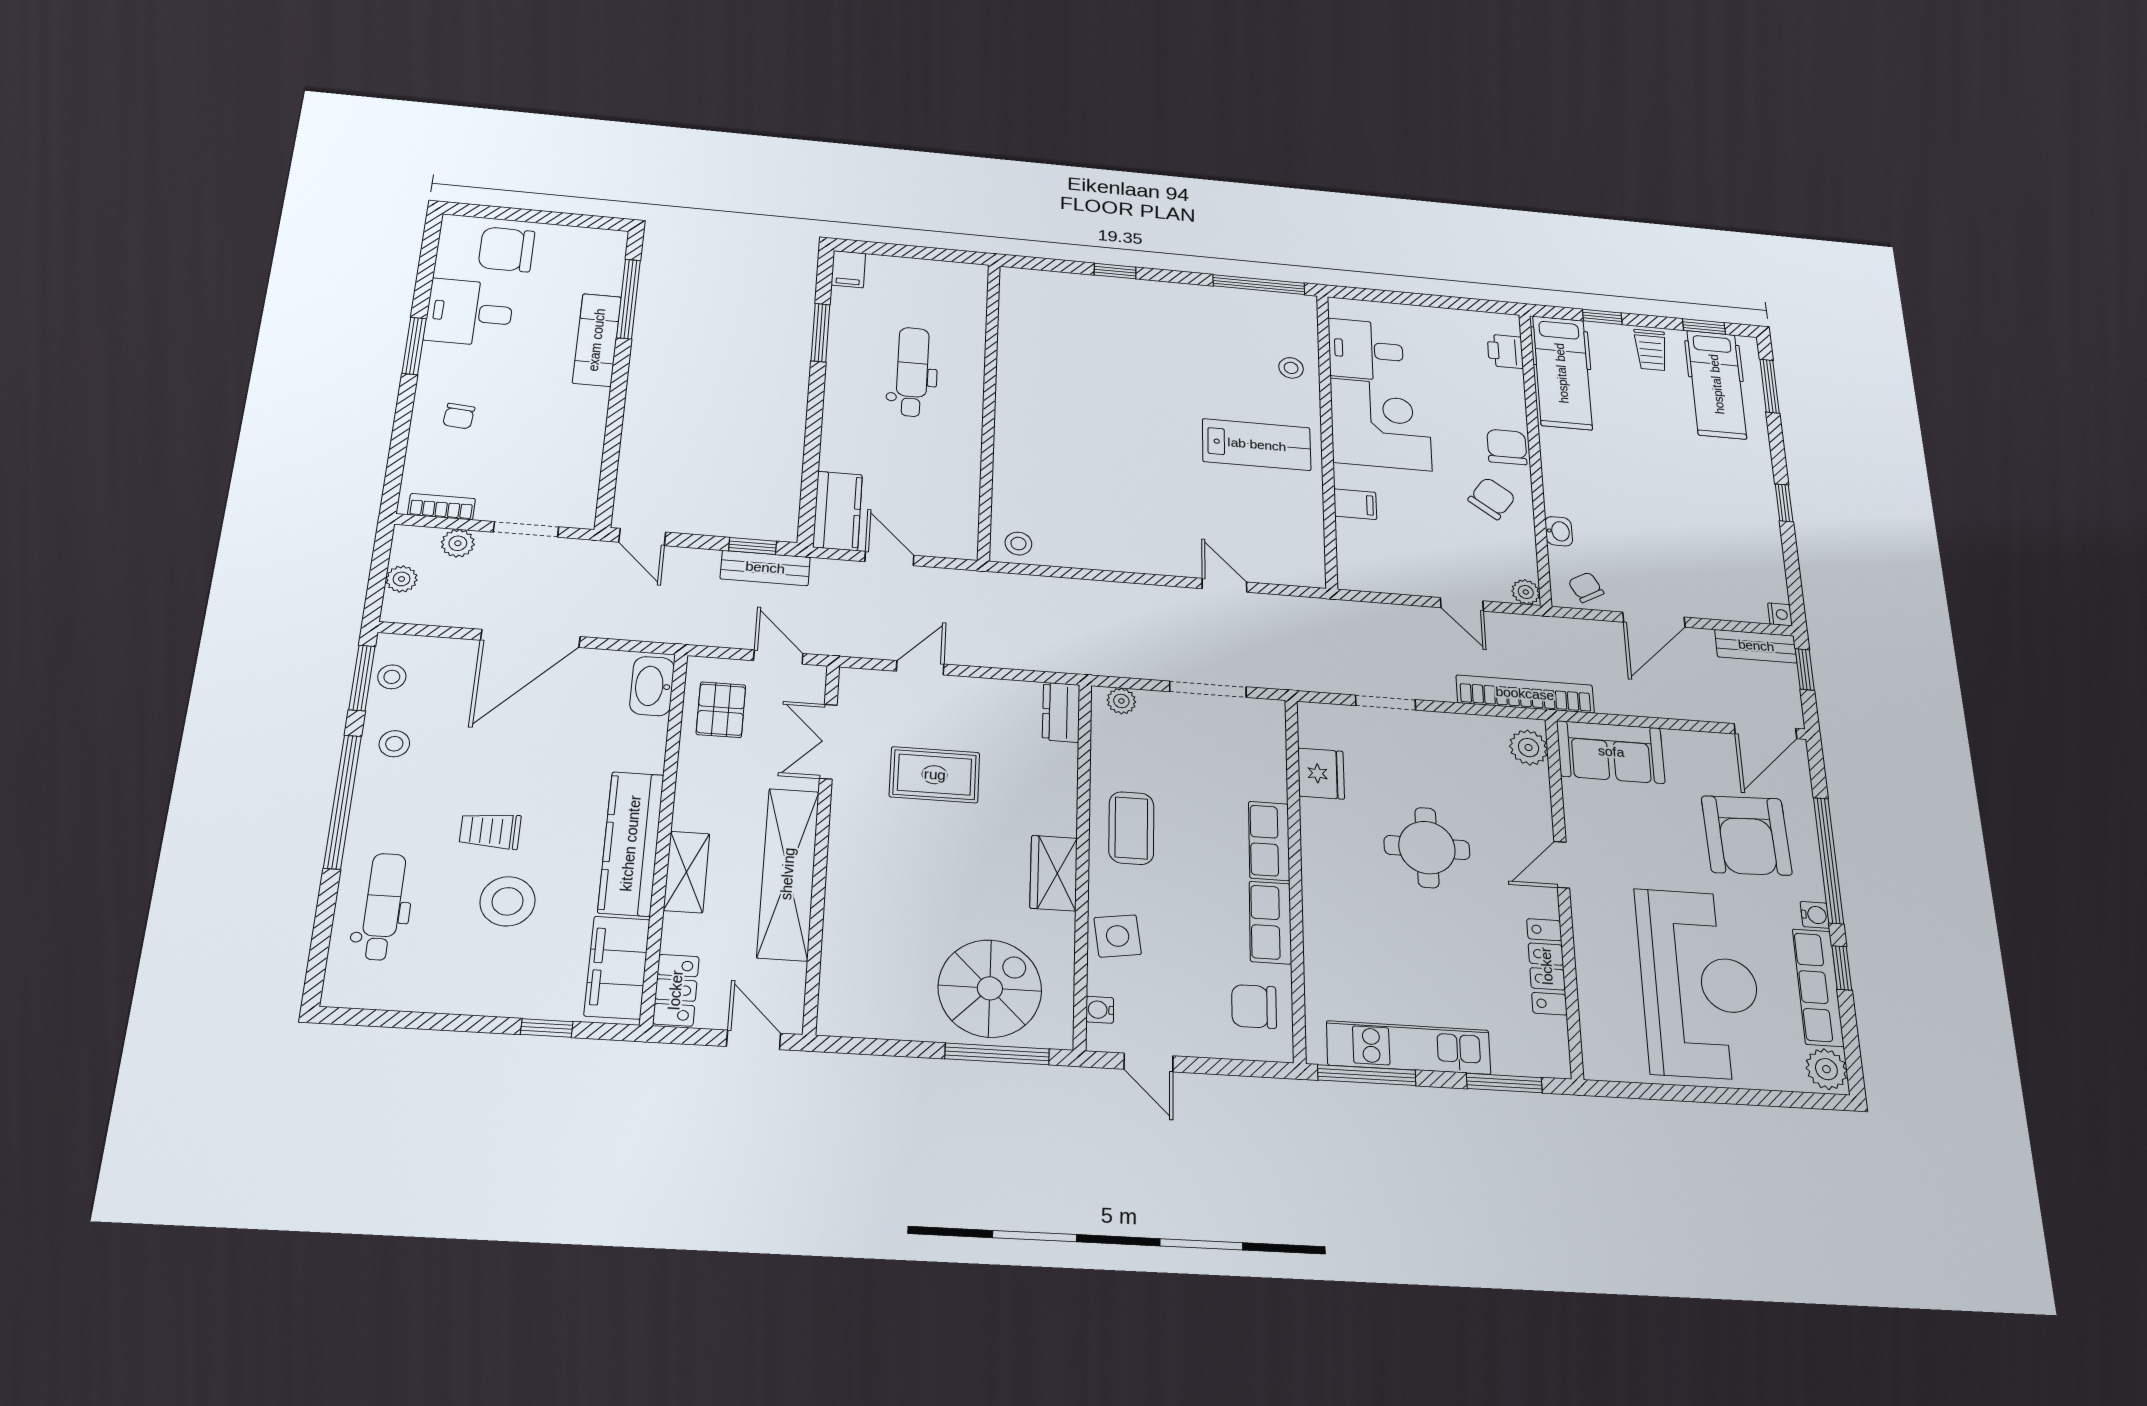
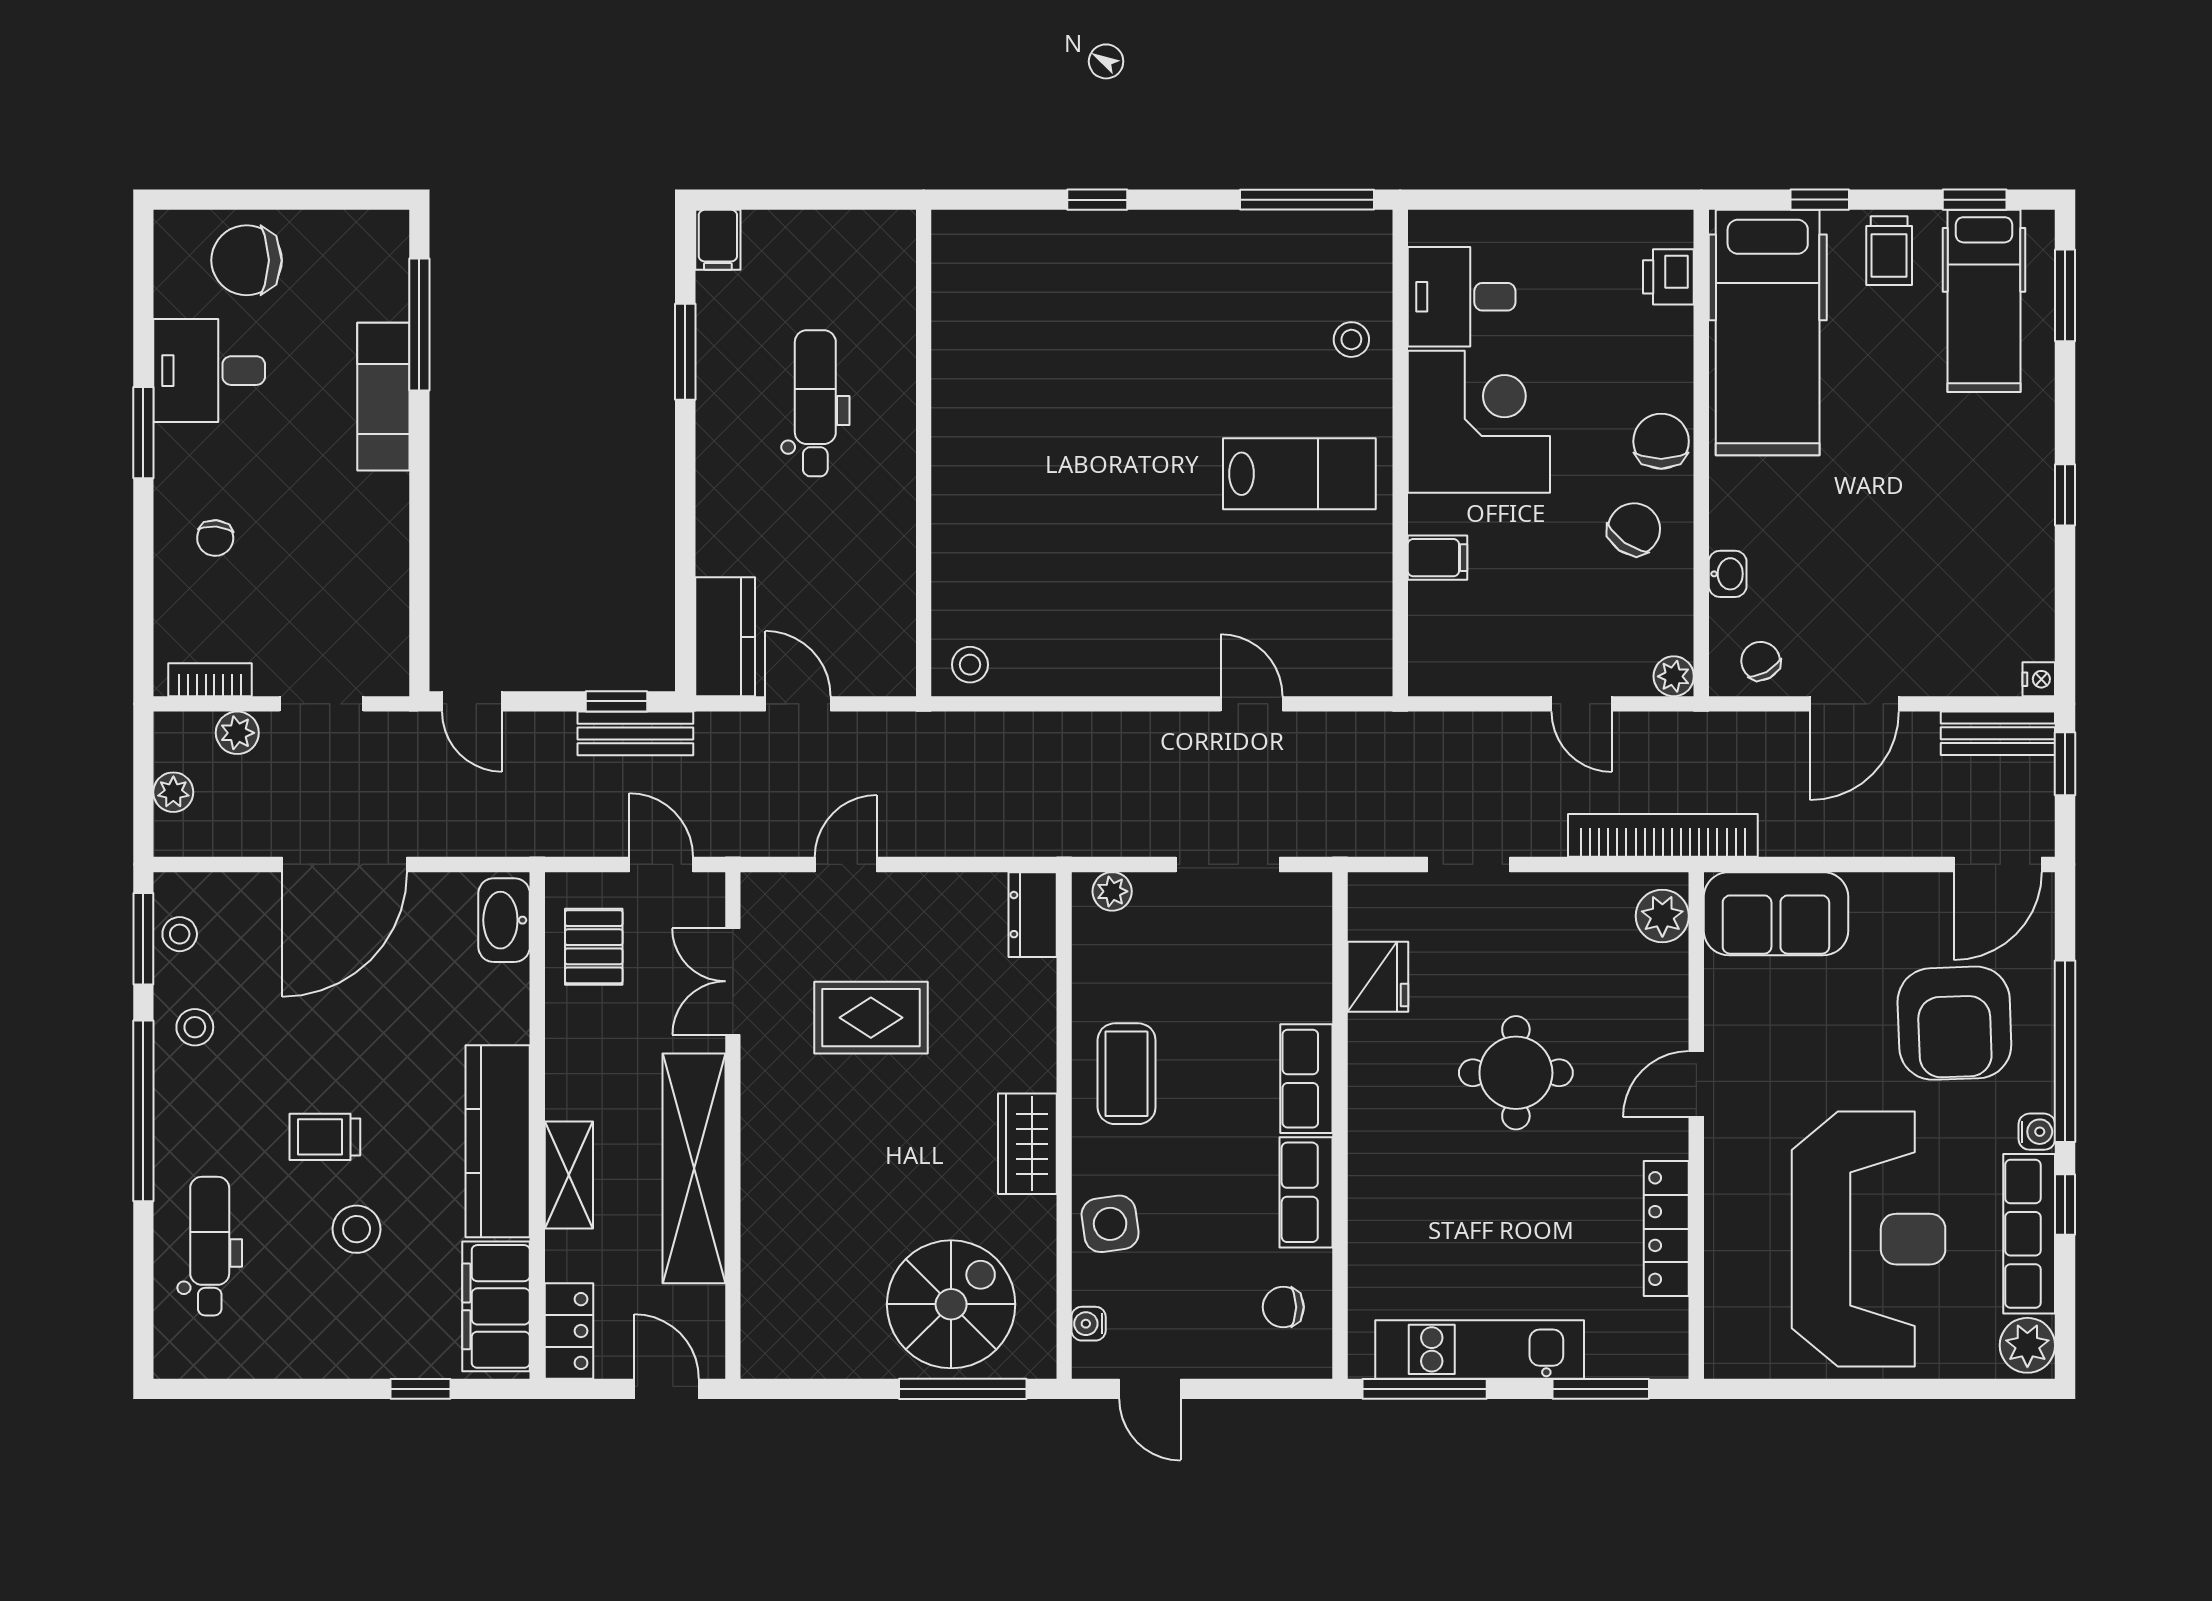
hospital bed: (1562, 373) -> (1768, 333), width x1.37, depth x1.29
stool: (508, 901) -> (357, 1229), width x0.73, depth x0.73
chair: (1254, 1006) -> (1283, 1307), width x0.73, depth x0.73

